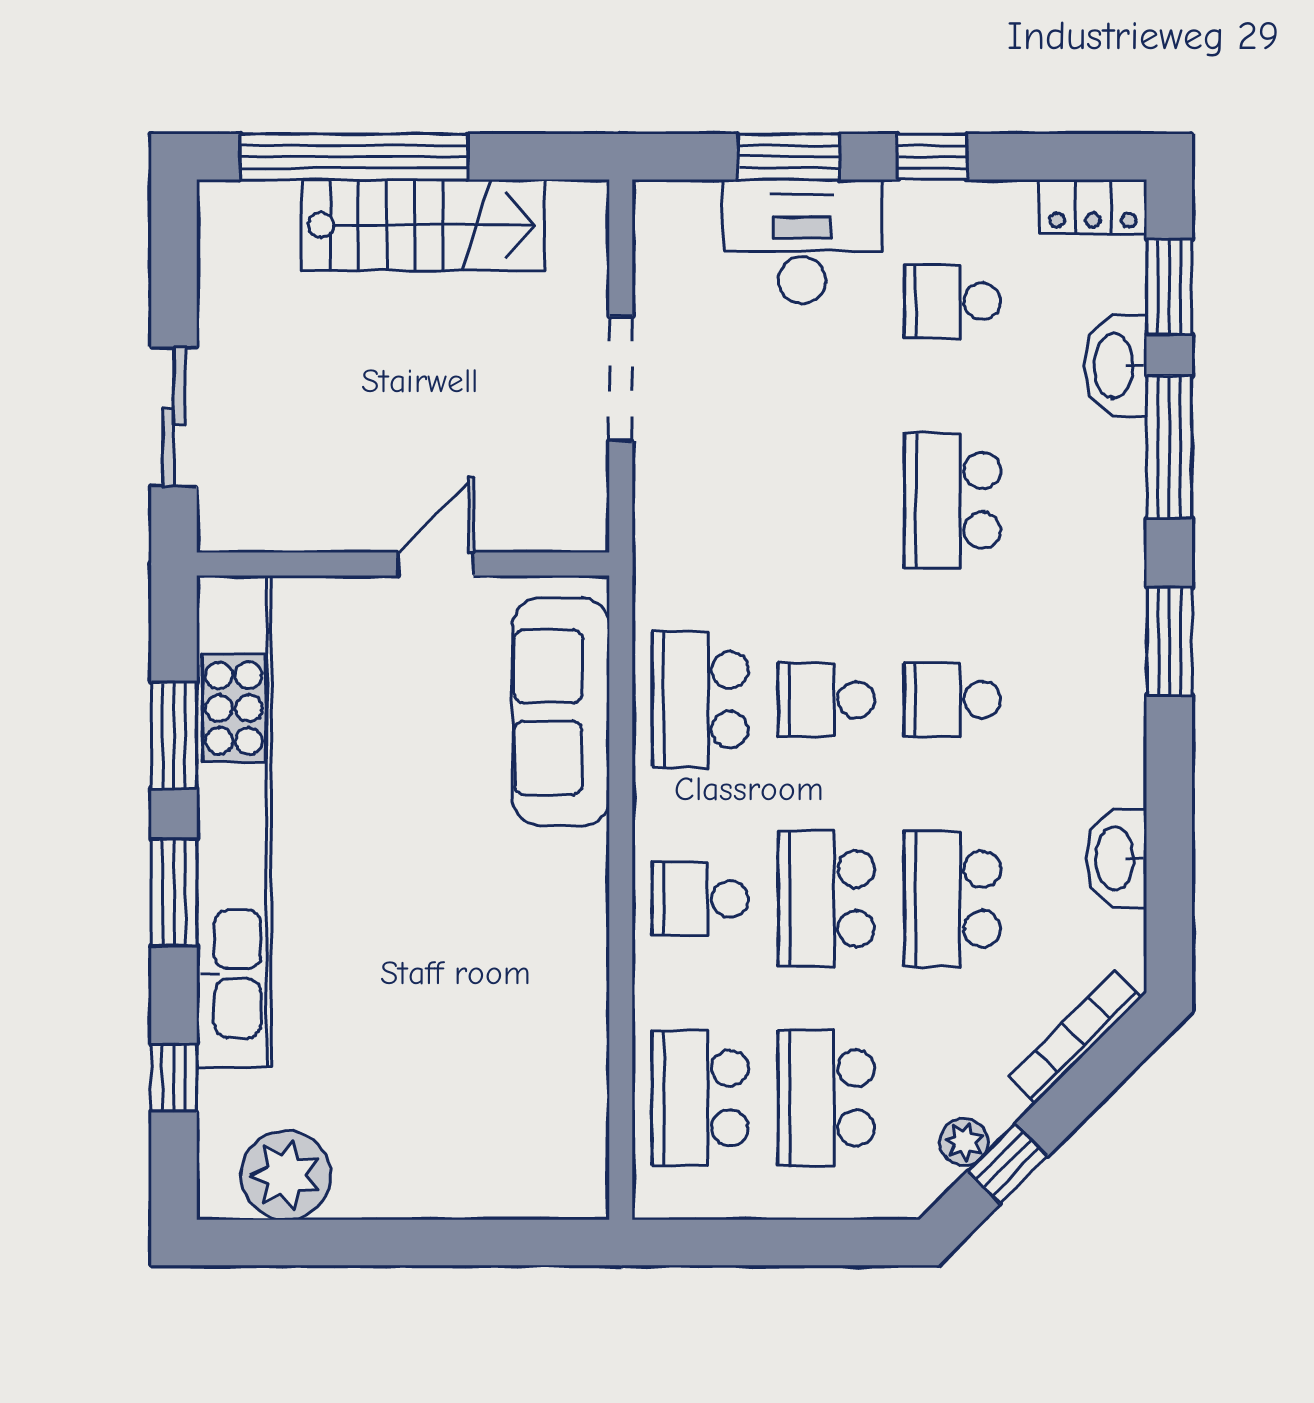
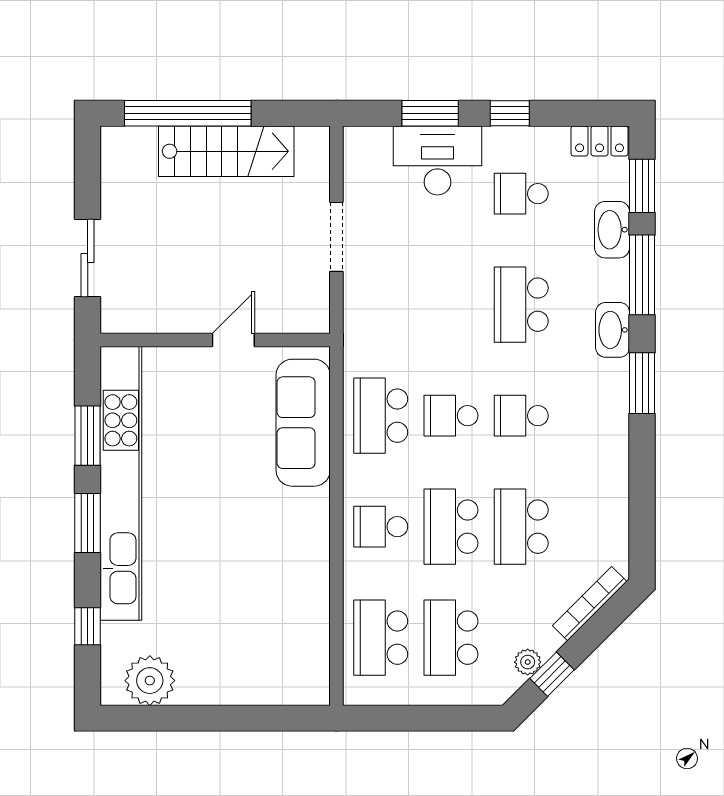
washbasin: (1116, 859) -> (613, 330), moved

